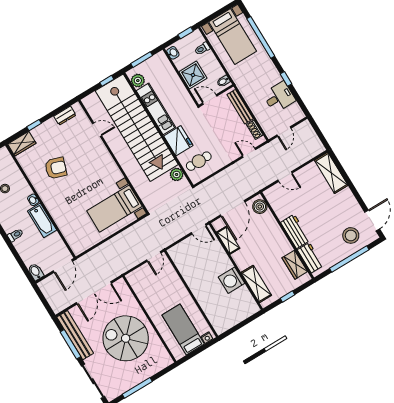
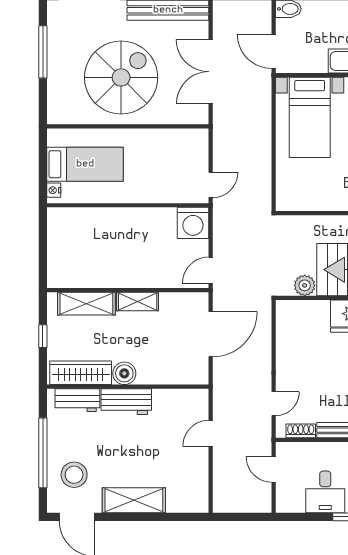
cafe table: (199, 161) -> (304, 327), removed
shelving: (331, 173) -> (134, 500), moved
boiler: (260, 207) -> (124, 373), moved
door: (233, 208) -> (211, 334), swing flipped
bed with nightstands: (114, 209) -> (310, 117), moved, turned 180
shelving: (228, 240) -> (138, 301), moved
door: (154, 256) -> (211, 185), swing flipped
wardrobe: (295, 265) -> (81, 373), width x1.50
washing machine: (231, 280) -> (193, 223), moved, turned 180

